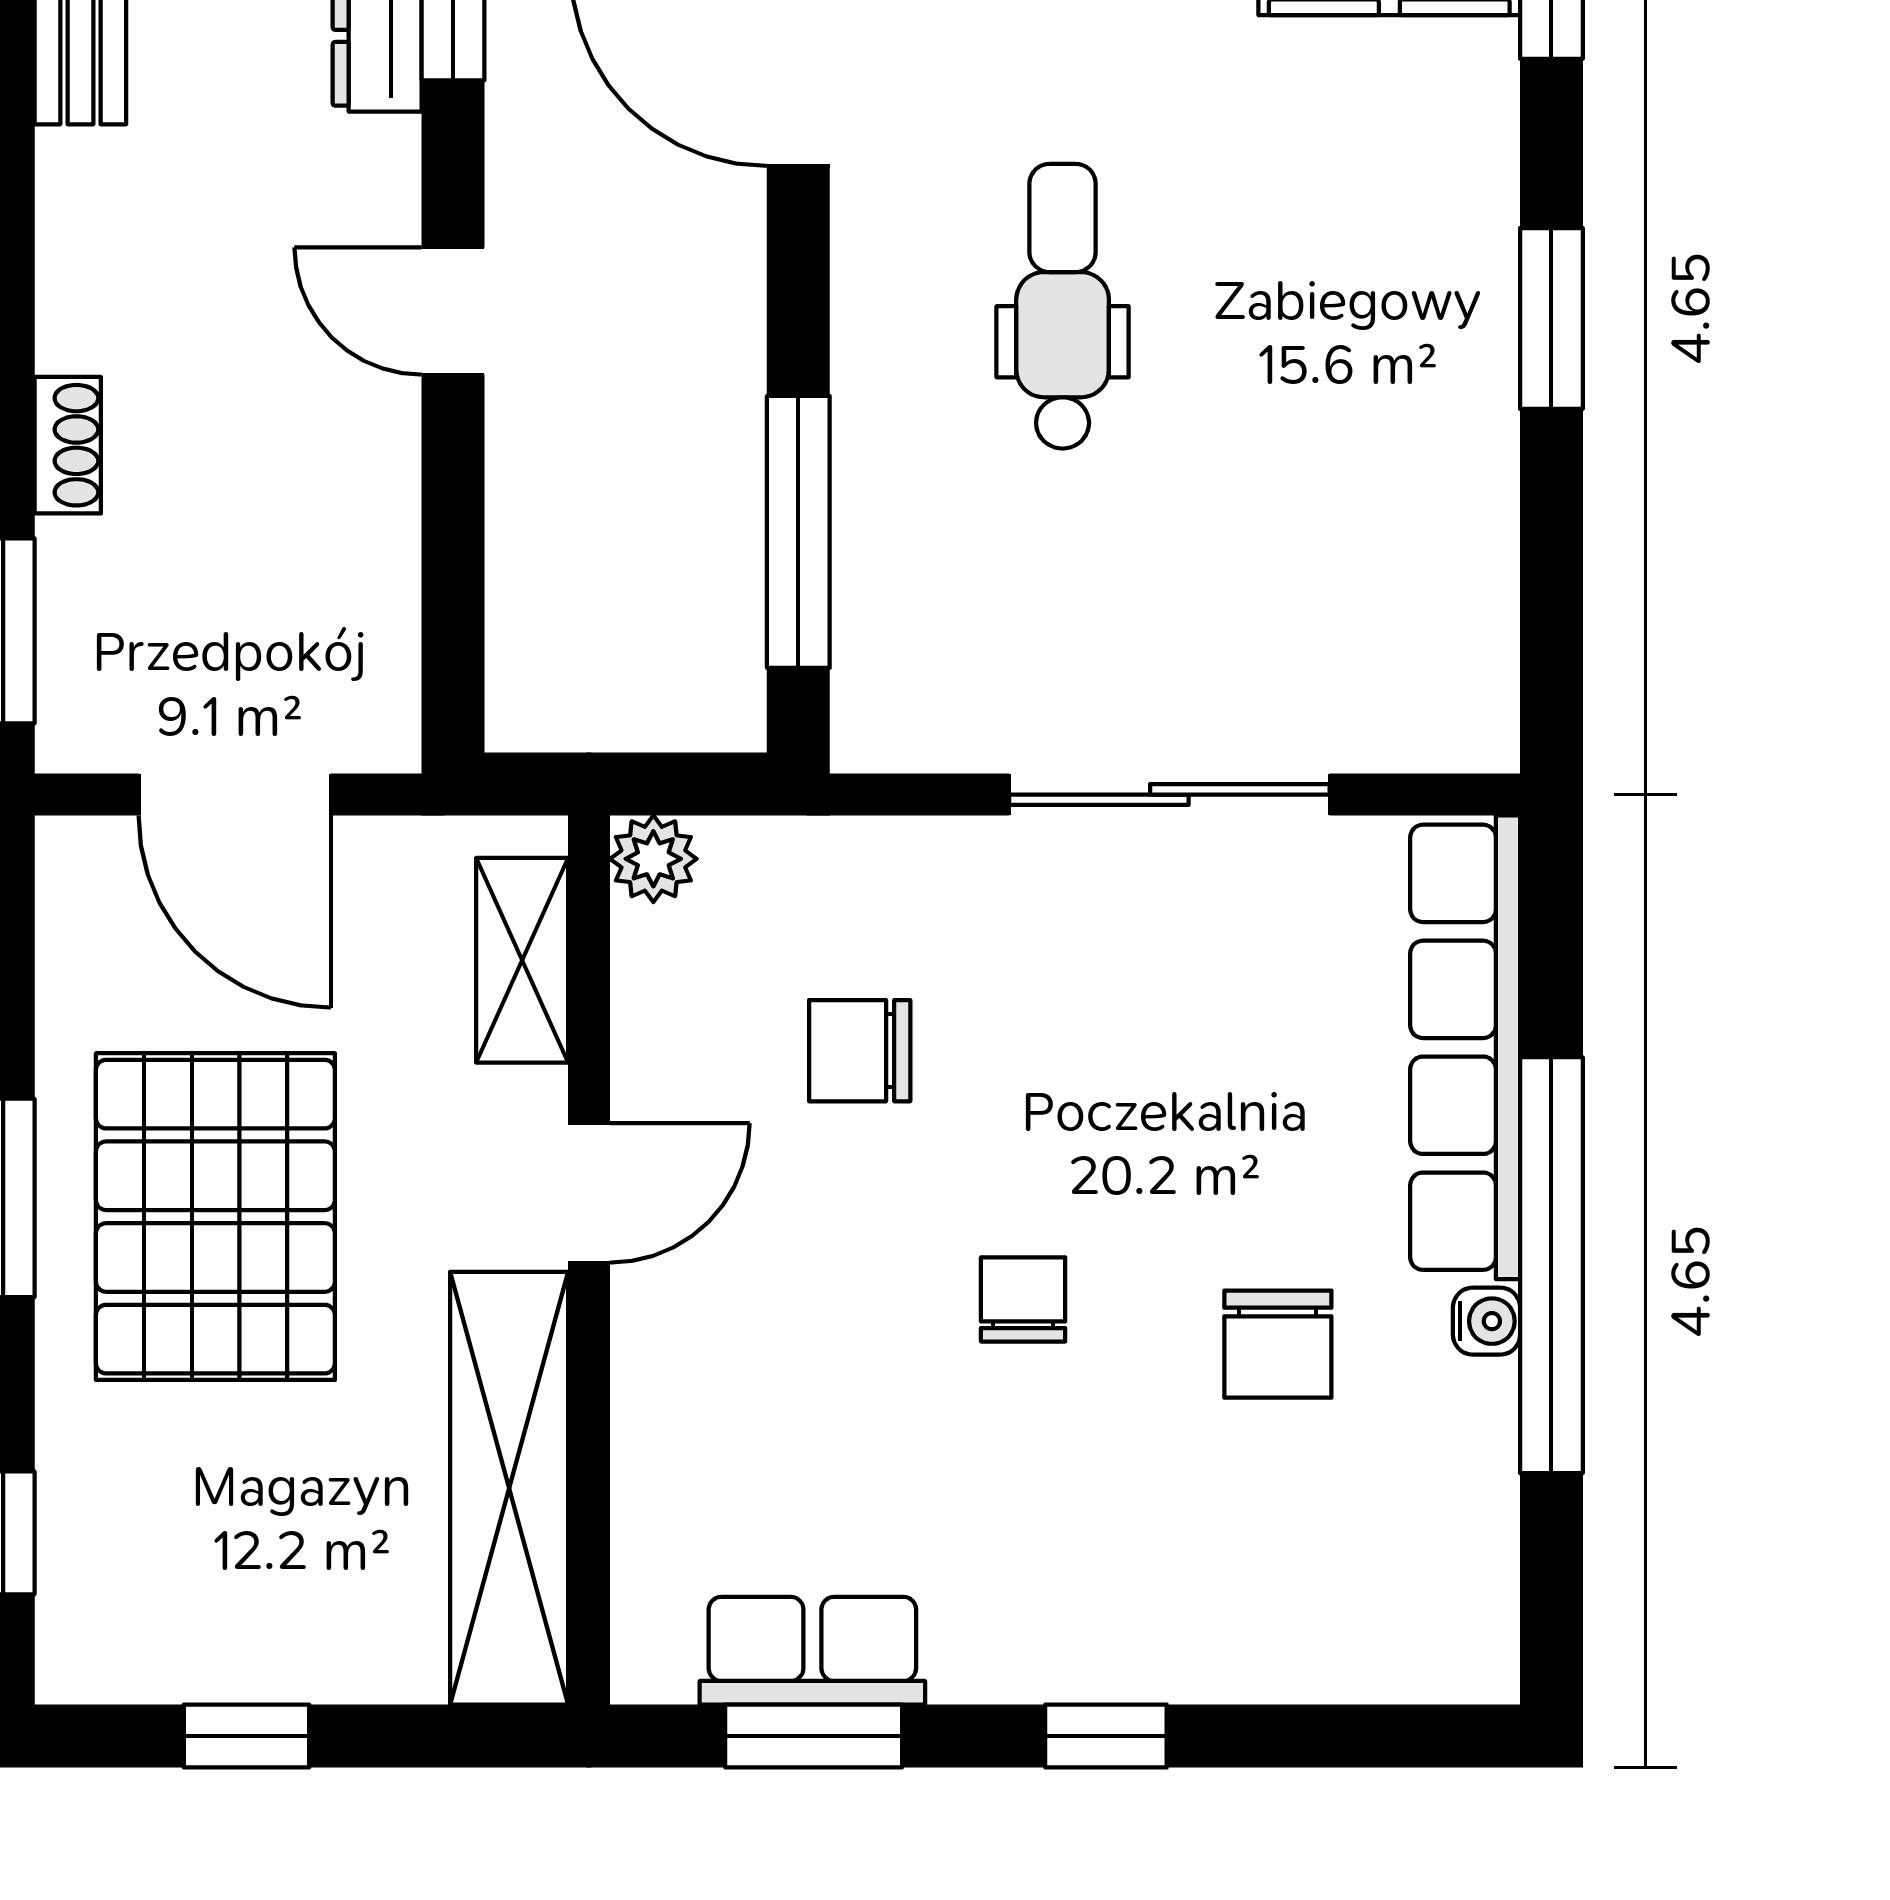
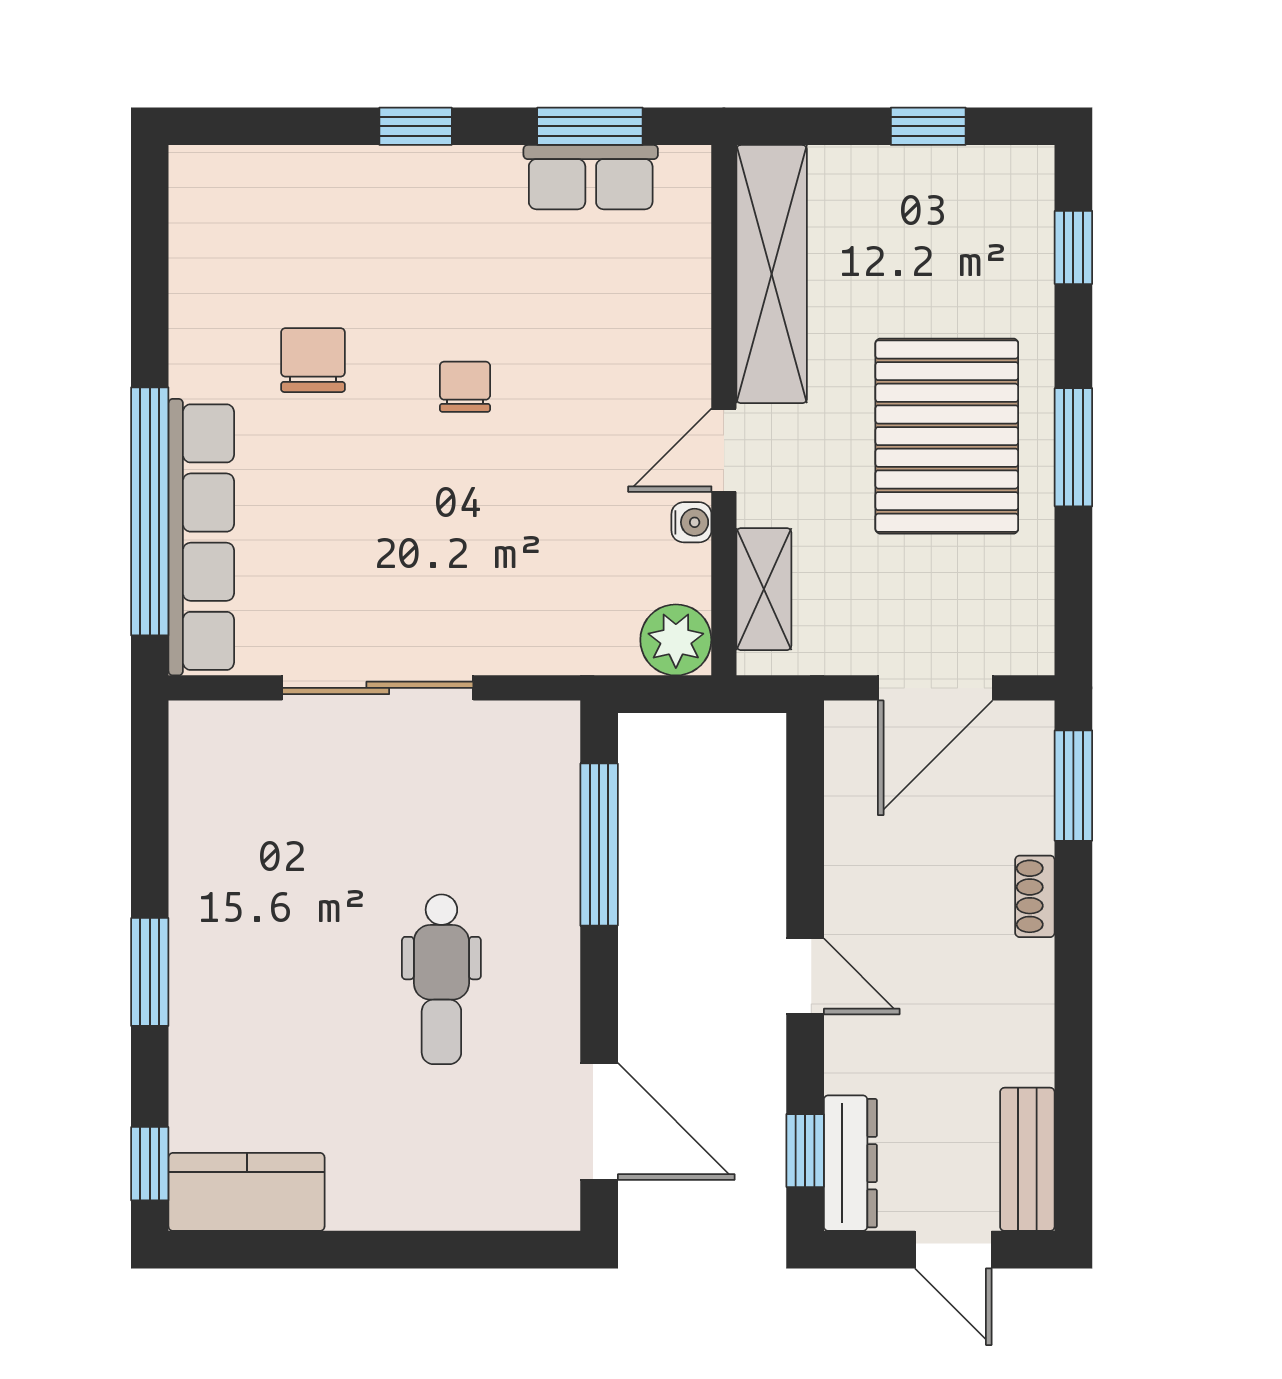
door: (235, 795) -> (935, 688), swing flipped
plant: (653, 859) -> (676, 640), width x1.38, depth x1.38
chair: (860, 1051) -> (562, 535), removed
window: (1551, 1265) -> (150, 511), moved
chair: (1023, 1299) -> (465, 387), turned 180
water cooler: (1487, 1321) -> (691, 522), moved, turned 180

